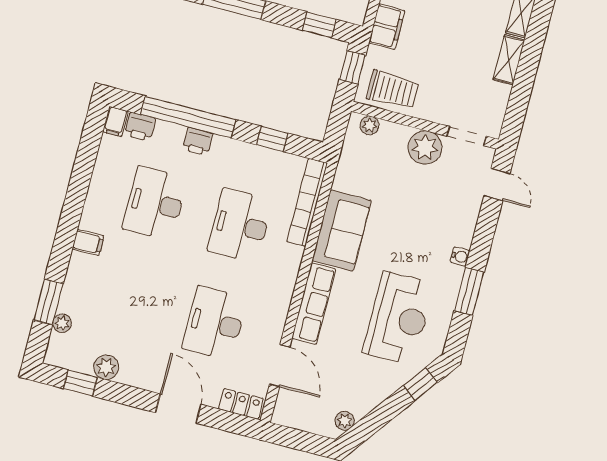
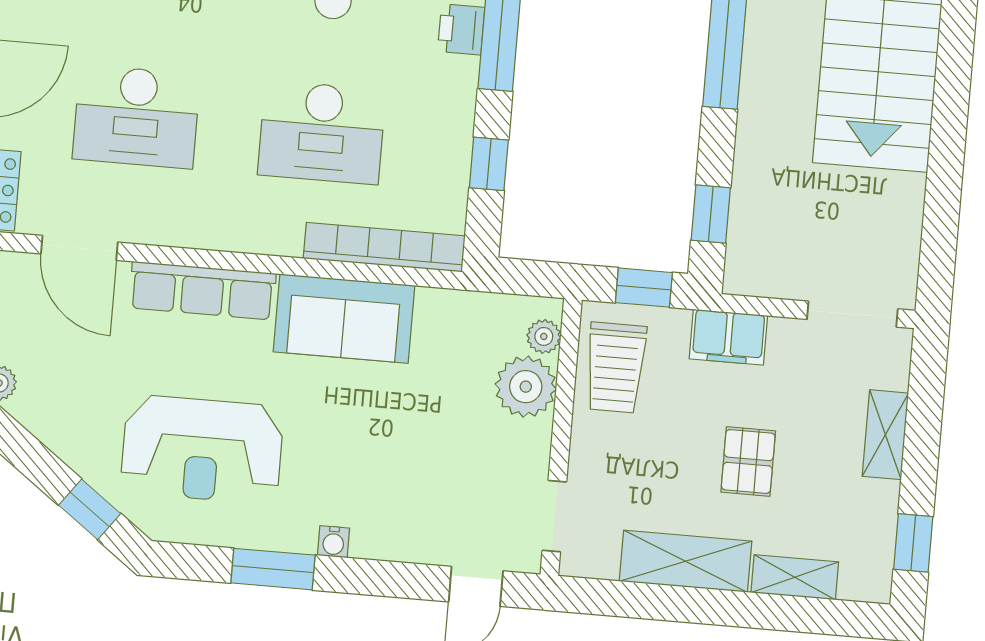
pallet: (455, 27) -> (748, 461), added
shelving: (509, 60) -> (685, 561), width x1.50, depth x1.33
plant: (425, 147) -> (526, 387), moved
desk: (240, 225) -> (322, 132), turned 180
desk: (215, 323) -> (136, 117), turned 180
door: (280, 366) -> (79, 248), hinge flipped

